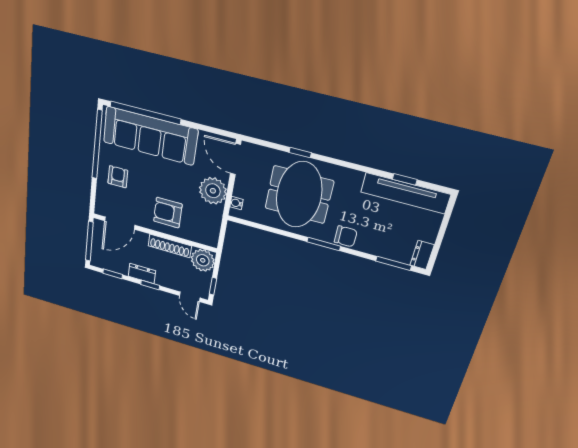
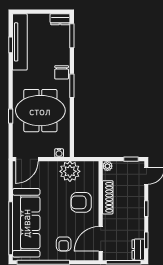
armchair: (118, 177) -> (64, 244), turned -90
plant: (213, 191) -> (70, 171), moved
armchair: (168, 213) -> (81, 202), turned 90
door: (120, 223) -> (101, 239), swing flipped
chair: (346, 236) -> (62, 72), turned 180
plant: (203, 260) -> (107, 166), width x0.53, depth x0.53
dresser: (142, 273) -> (138, 250), moved

